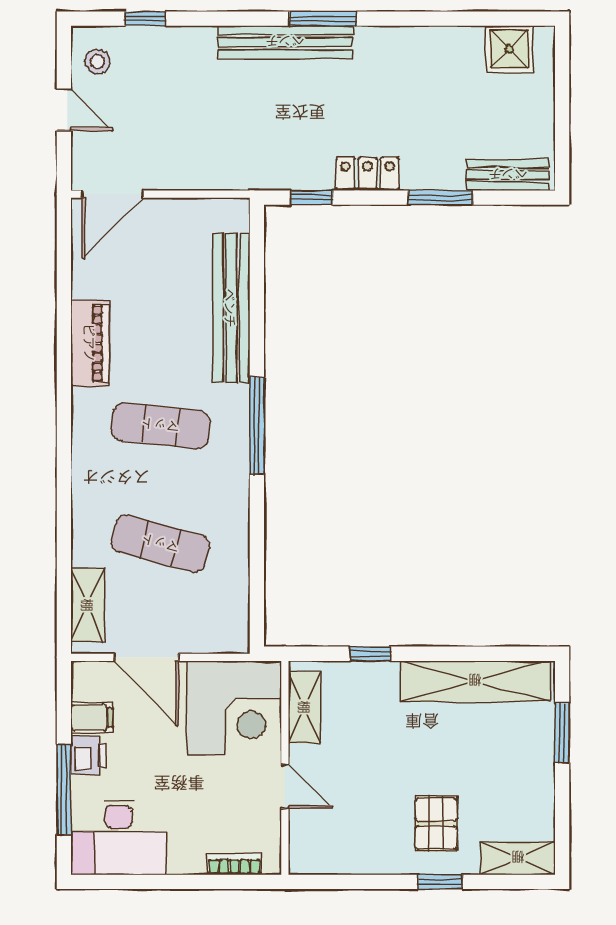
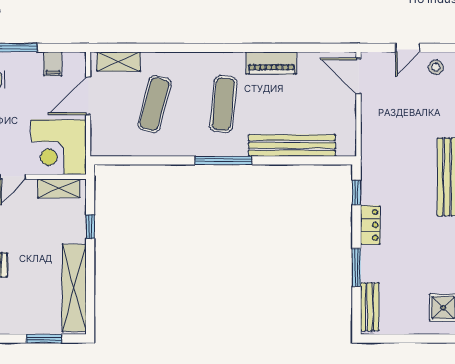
printer: (89, 756) -> (31, 62), removed

